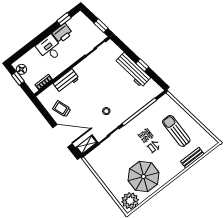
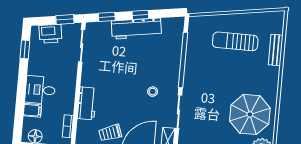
printer: (62, 33) -> (50, 34), moved, turned 81
window: (124, 48) -> (107, 17), added
filing cabinet: (34, 54) -> (32, 110), added

